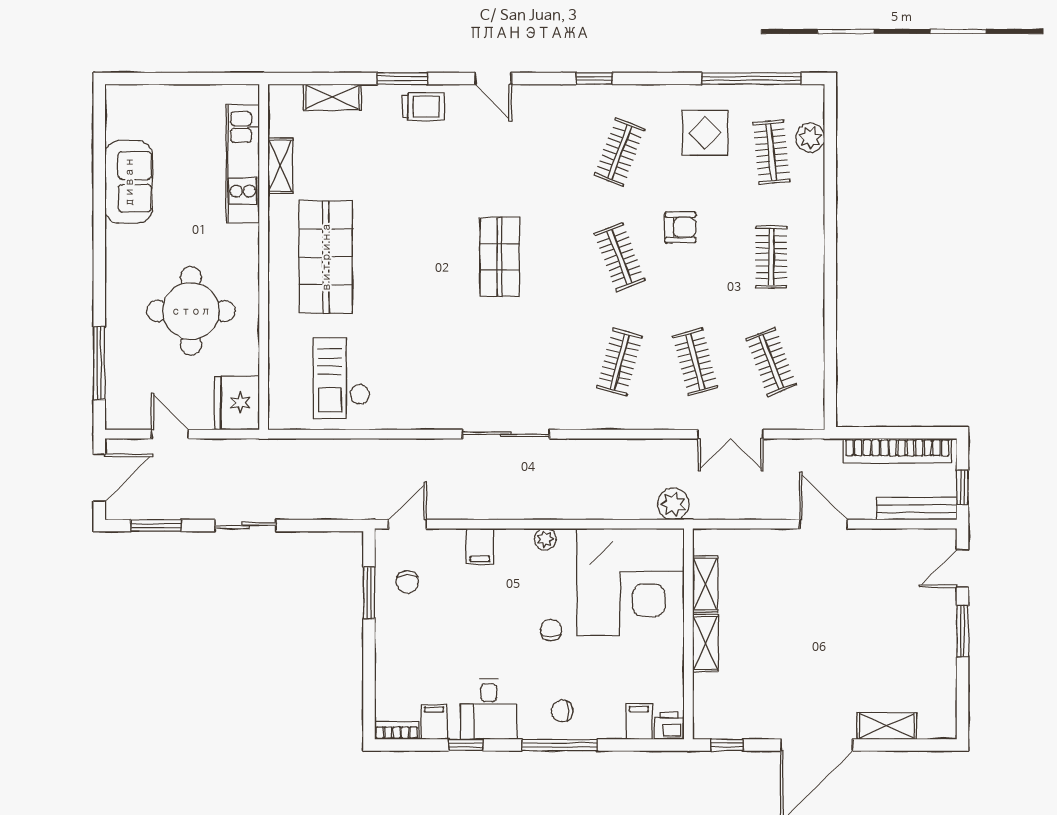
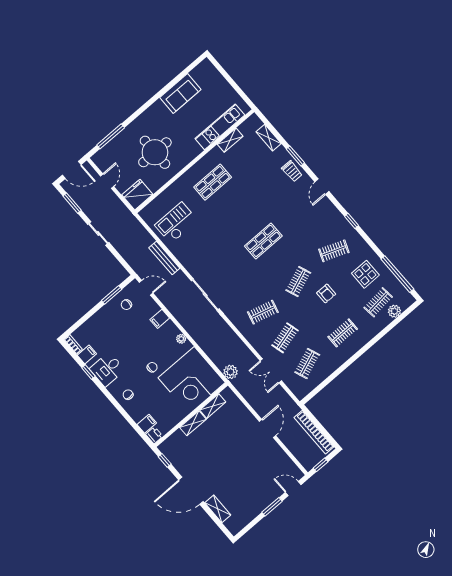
shop shelf: (326, 257) -> (213, 182), width x0.70, depth x0.74
bench: (917, 509) -> (164, 258), moved
window: (560, 745) -> (116, 404), removed

